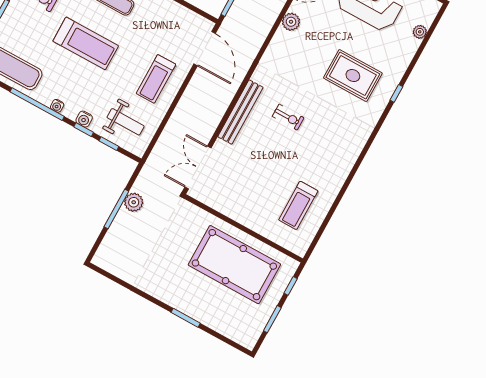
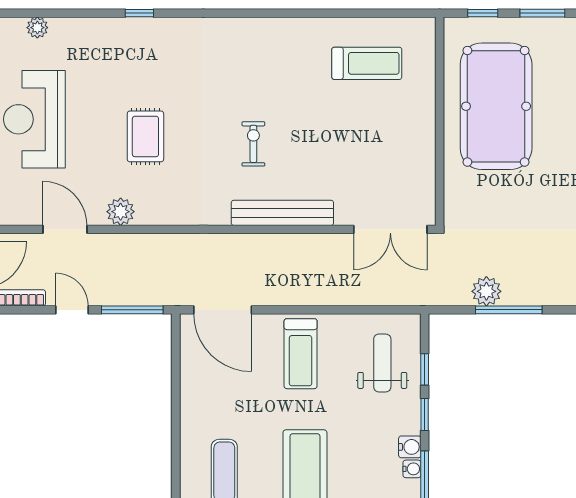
door: (205, 49) -> (223, 310), swing flipped
rug: (353, 76) -> (145, 136), moved, width x0.73, depth x0.70
treadmill: (156, 79) -> (301, 354), turned 90
water cooler: (84, 119) -> (410, 447), moved

